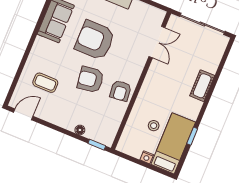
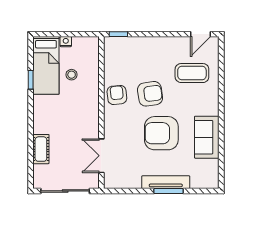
armchair: (95, 40) -> (161, 133), turned 180
coffee table: (45, 83) -> (192, 73), width x1.36, depth x1.30
cot: (202, 86) -> (41, 149), moved
floor lamp: (80, 130) -> (140, 41), removed

